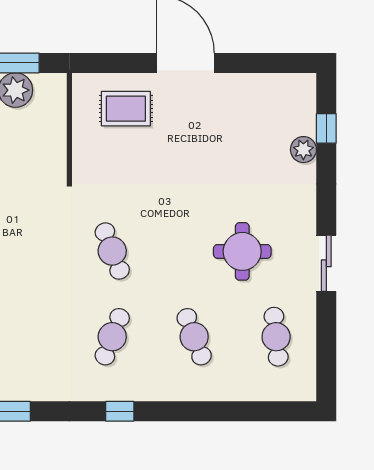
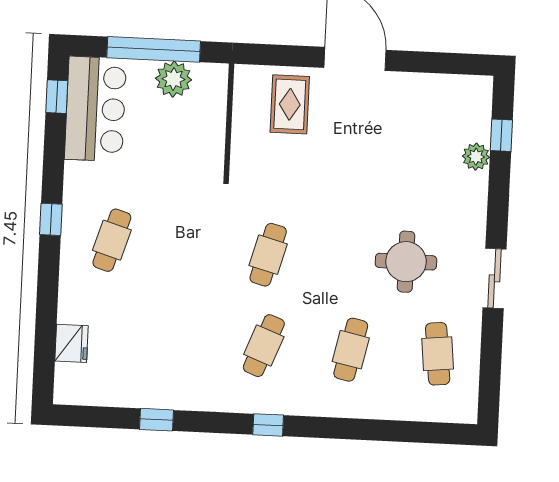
rug: (126, 109) -> (290, 104), turned 90
cafe table: (112, 251) -> (268, 255), turned 36
cafe table: (194, 337) -> (351, 350), turned 33

